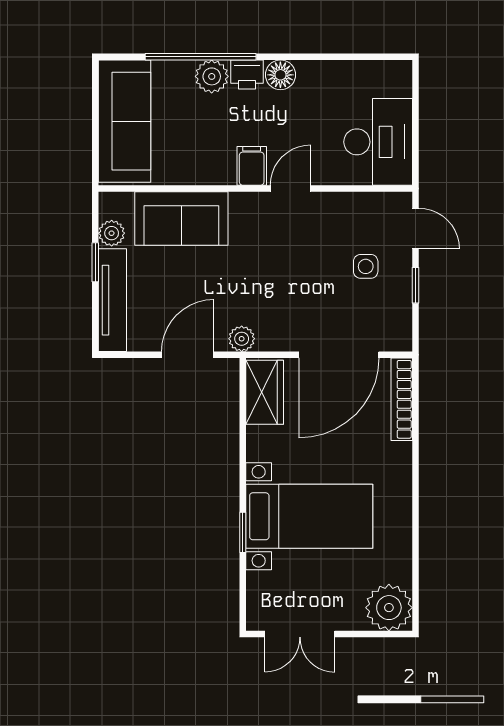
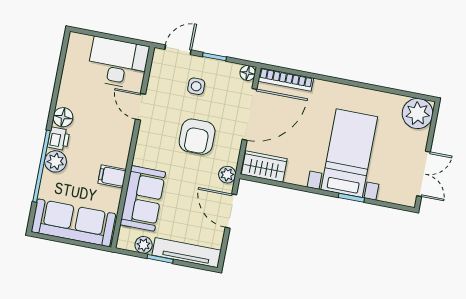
filing cabinet: (252, 166) -> (112, 176), moved
door: (291, 189) -> (141, 107), moved
armchair: (290, 282) -> (197, 137), added
floor lamp: (401, 340) -> (248, 73), added
door: (339, 355) -> (250, 114), hinge flipped

